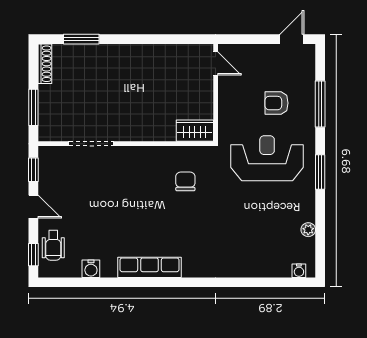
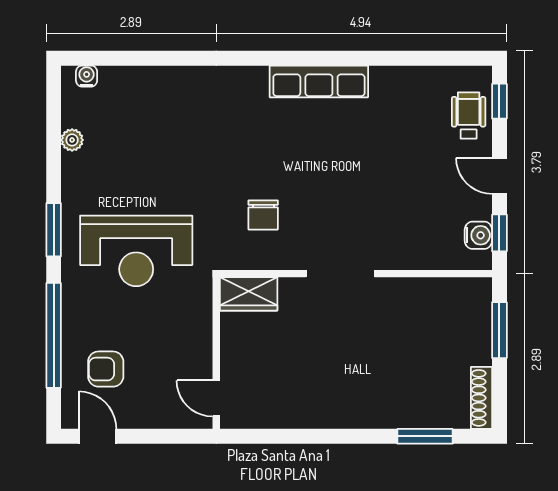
door: (292, 39) -> (98, 436), swing flipped
armchair: (277, 103) -> (106, 369), moved, turned 180
window: (320, 104) -> (54, 335), width x1.46
doorway: (91, 144) -> (340, 274), moved
water cooler: (91, 269) -> (478, 235), moved, turned 90

